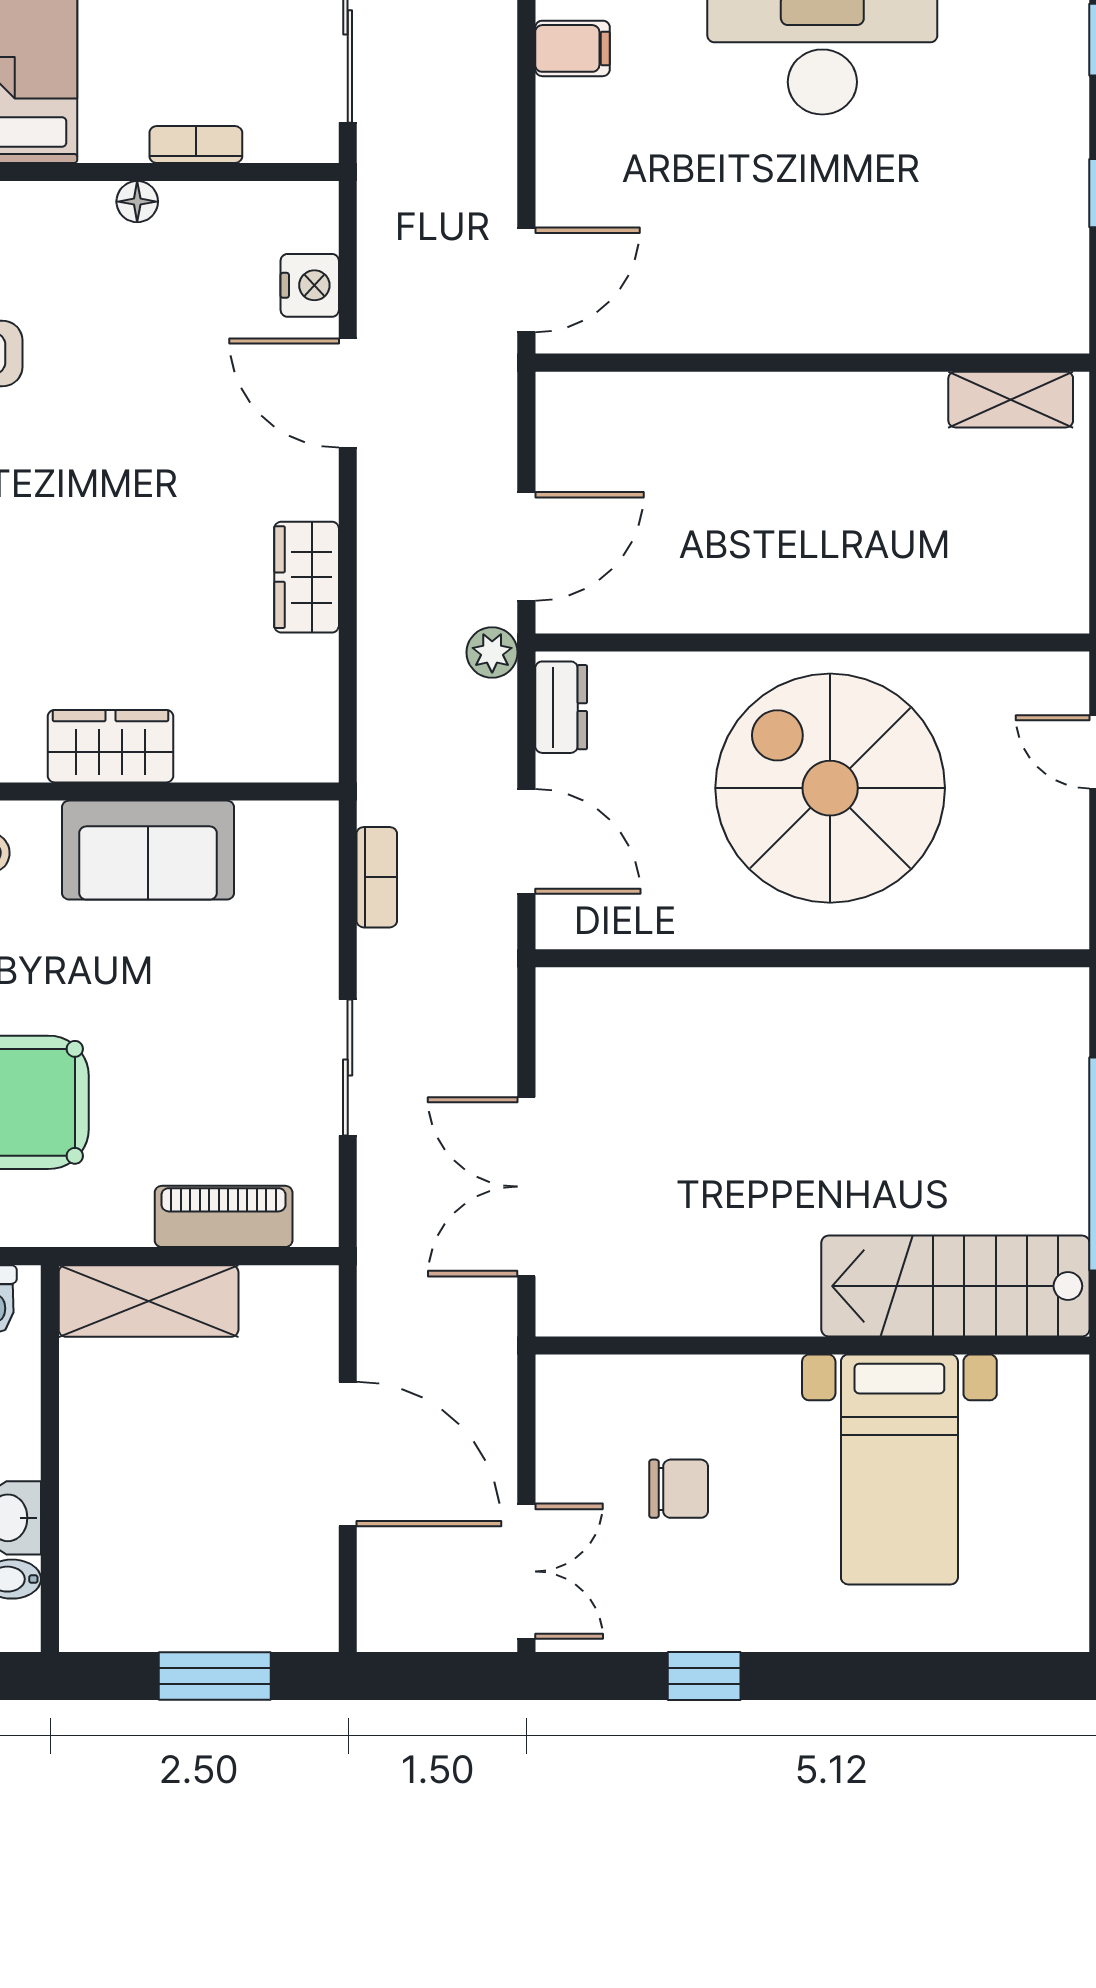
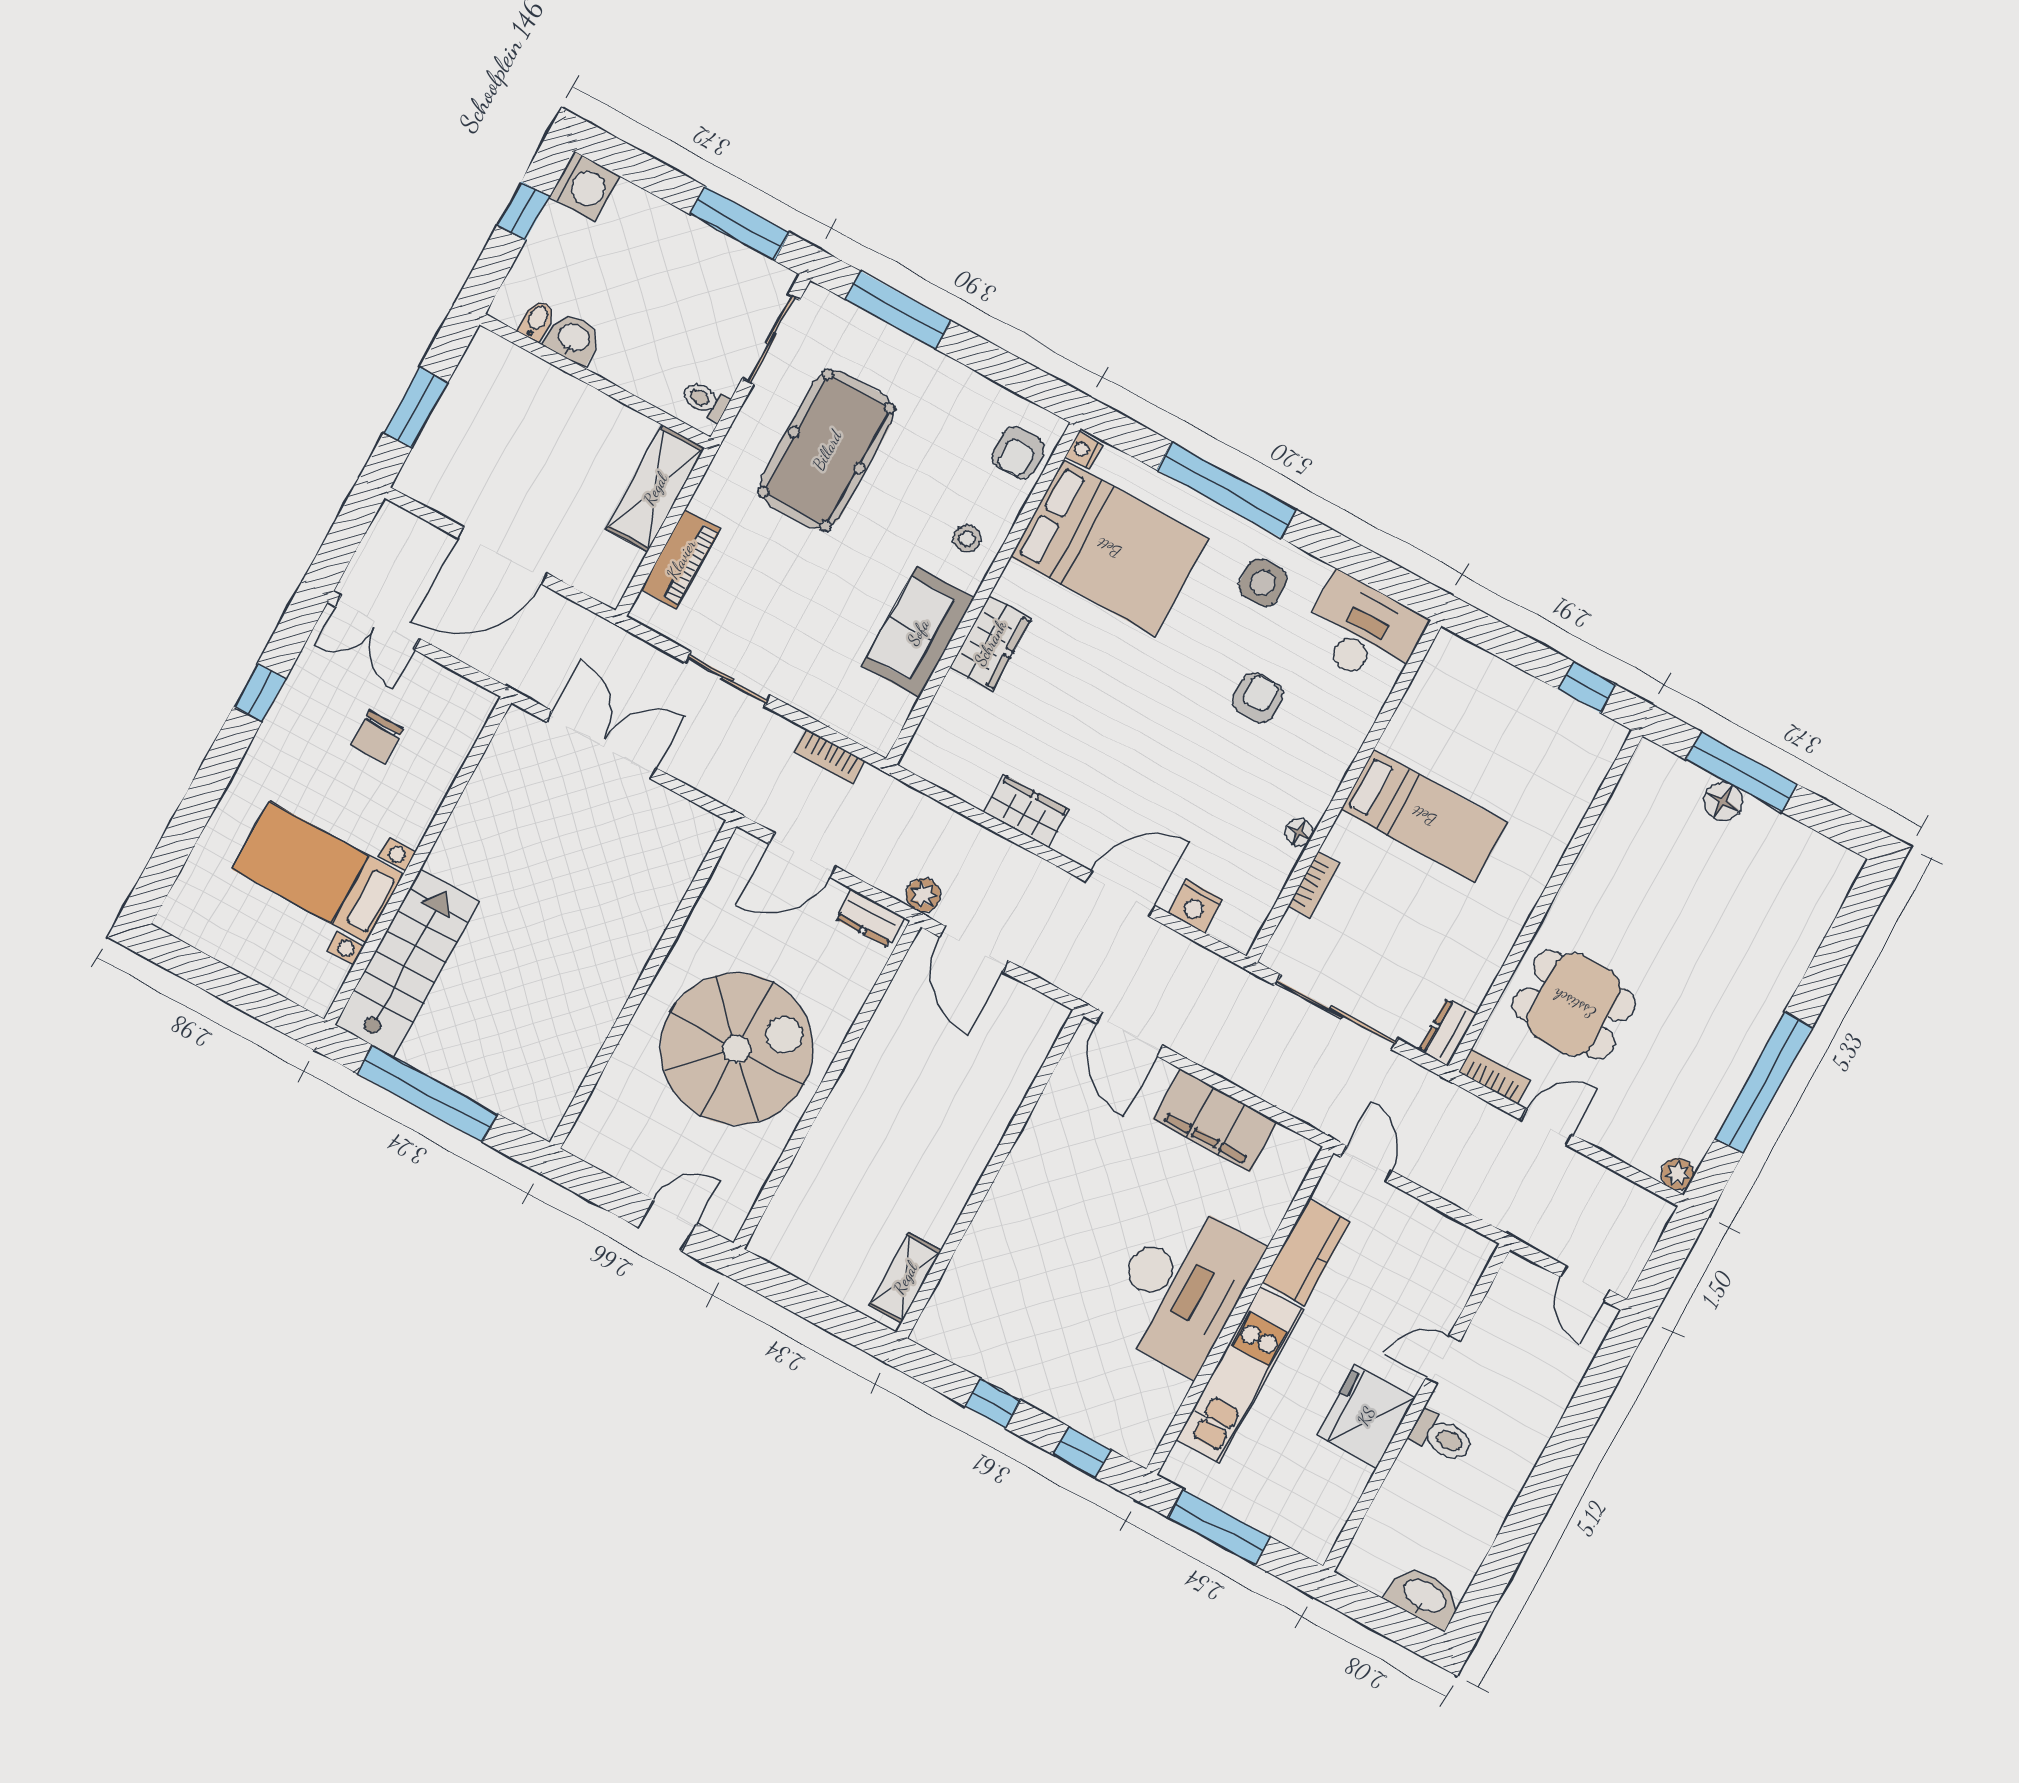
filing cabinet: (573, 48) -> (1215, 1121), width x3.00, depth x1.17

